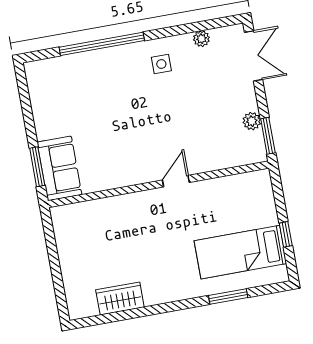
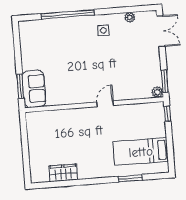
plant: (252, 121) -> (157, 92), moved
window: (286, 234) -> (167, 114), moved

